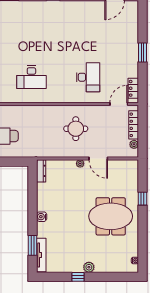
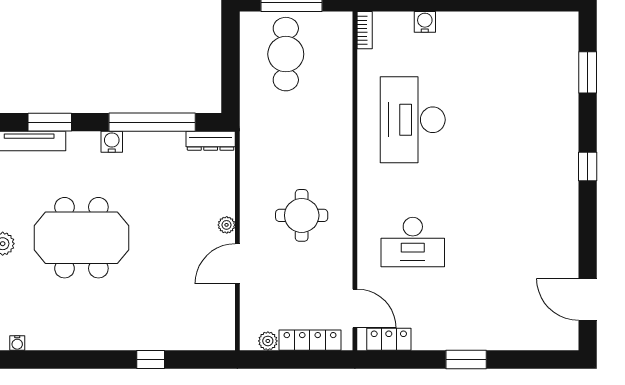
desk: (31, 77) -> (413, 120), width x1.36, depth x1.30
window: (33, 198) -> (152, 122), added
meeting table: (111, 216) -> (81, 238), moved, turned 90

